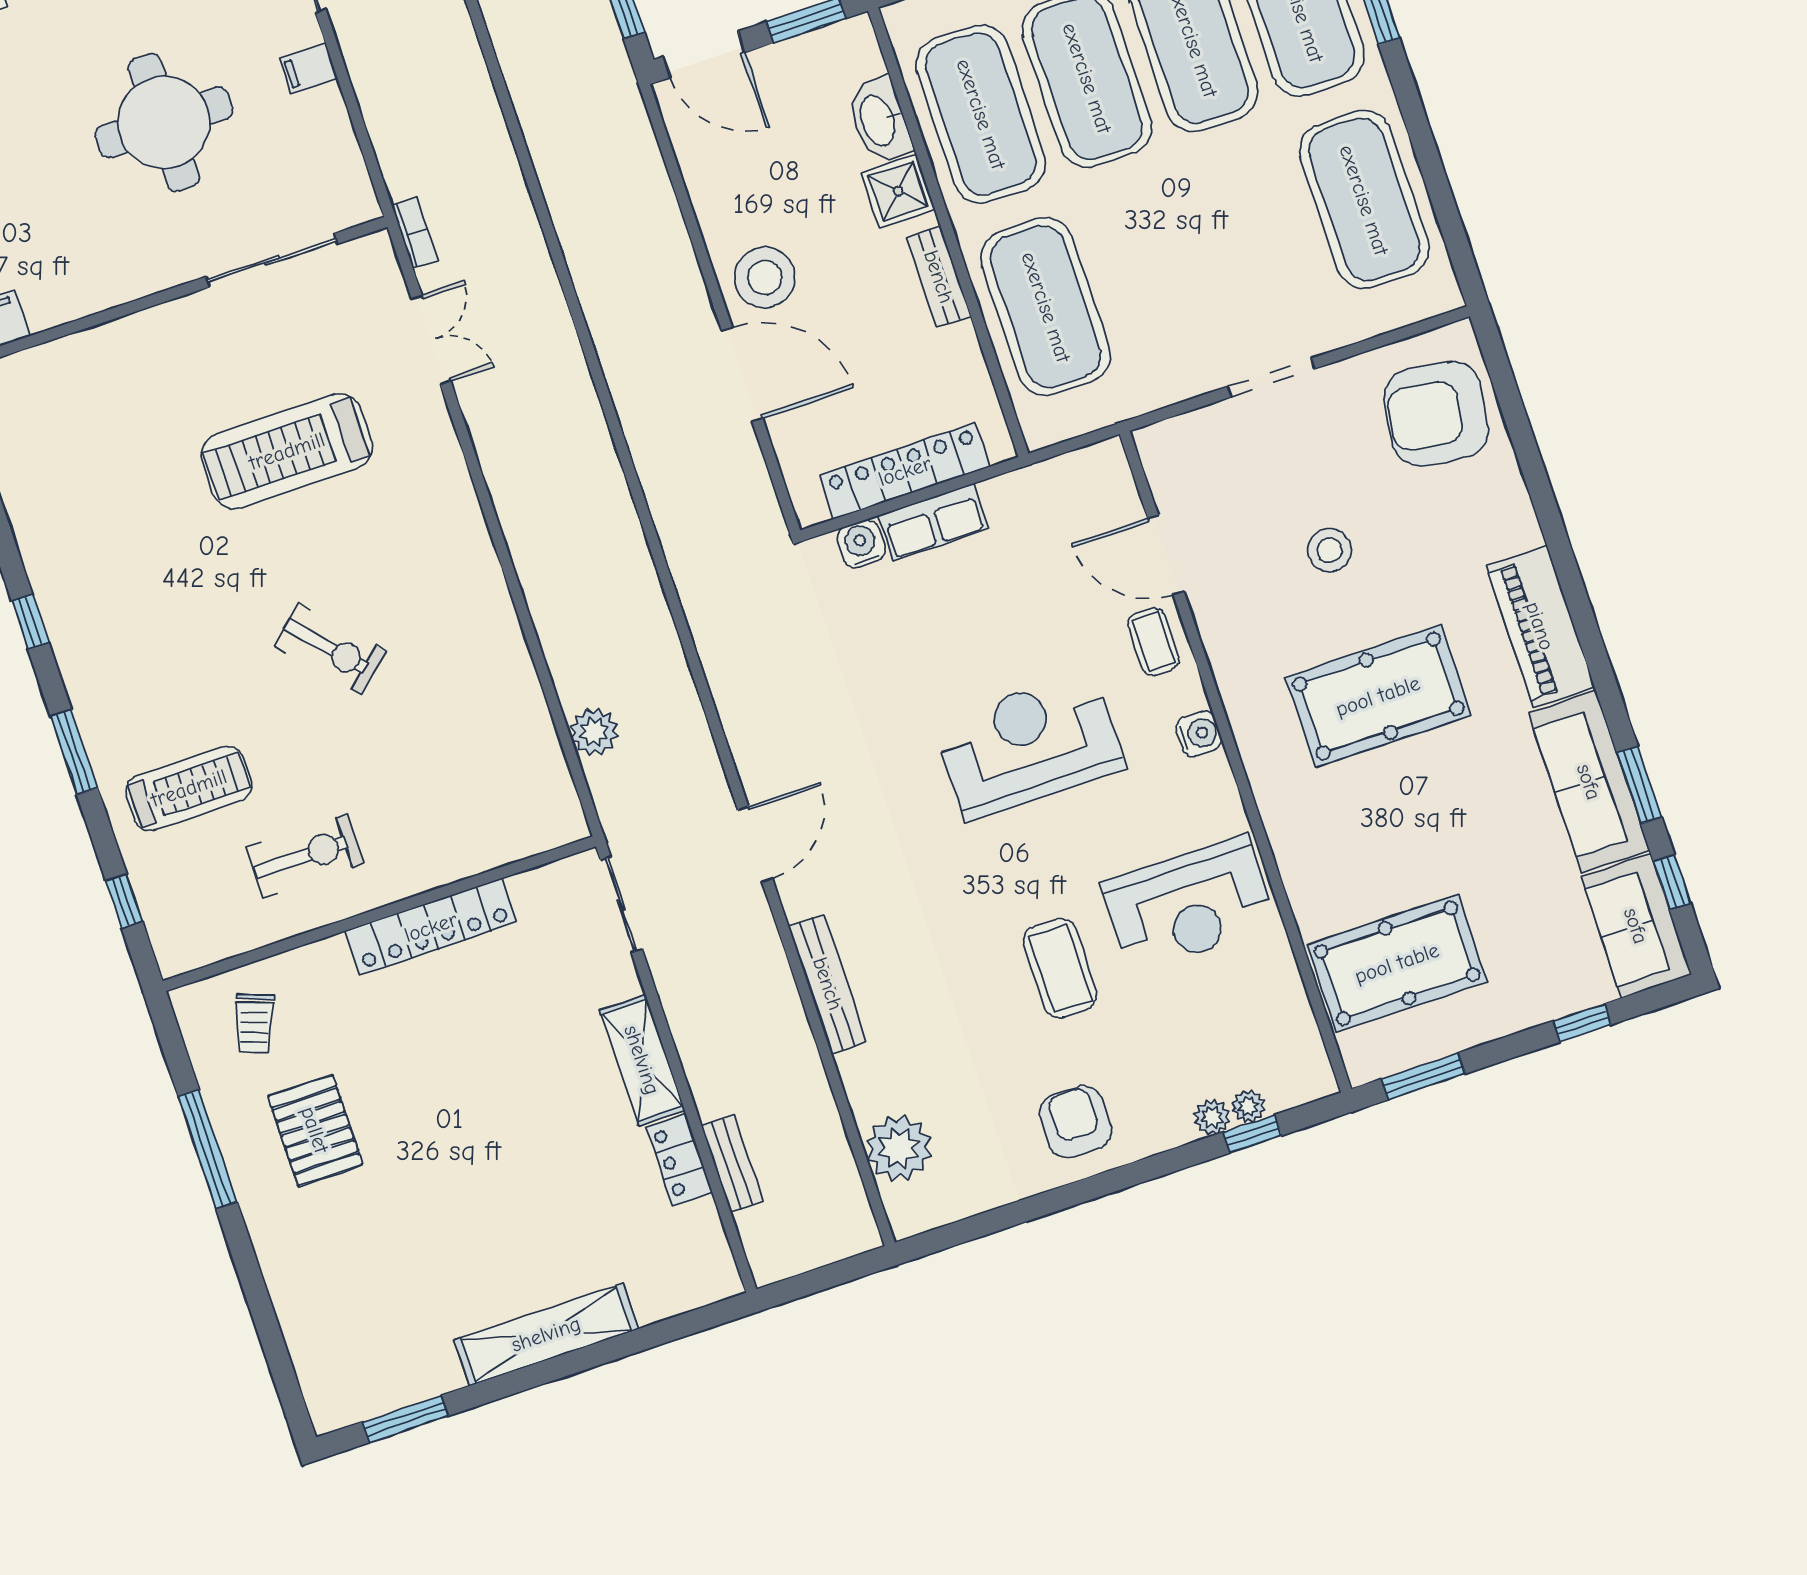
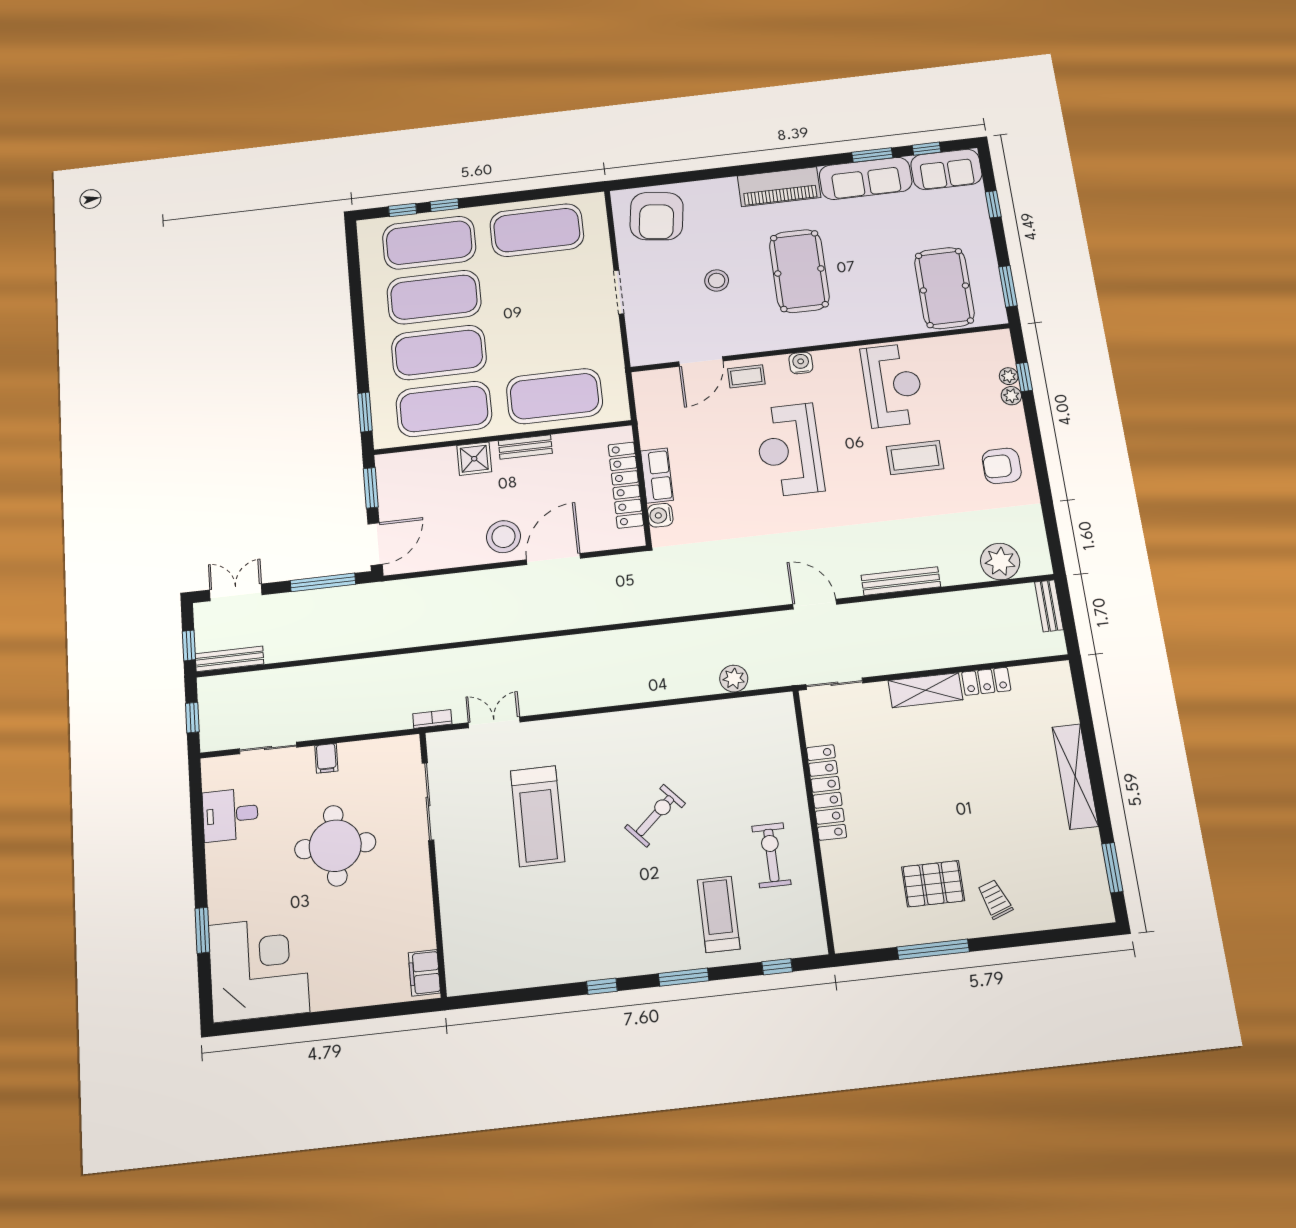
washbasin: (879, 120) -> (434, 461), removed
trolley: (255, 1023) -> (995, 899), moved, turned -130
bench: (732, 1164) -> (1049, 606), moved, turned 90

